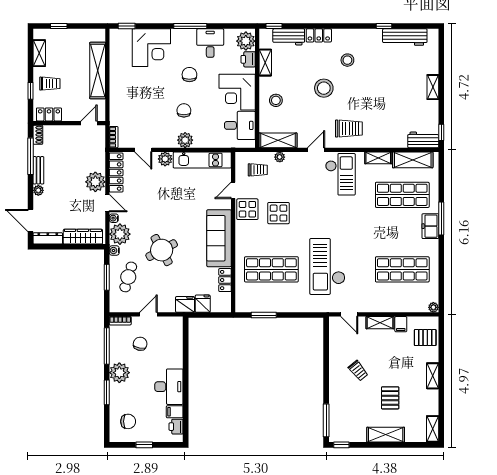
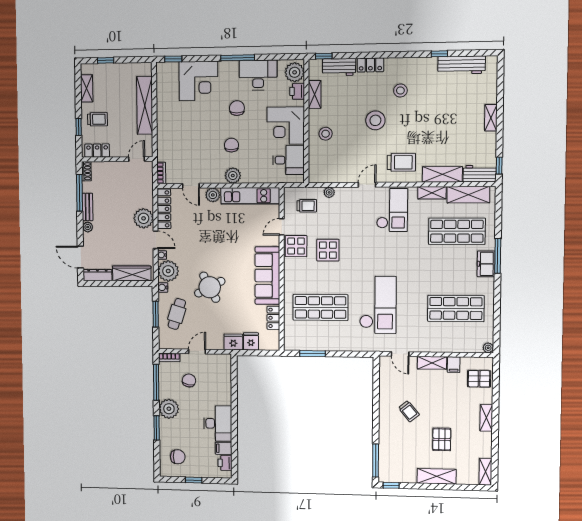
desk: (210, 43) -> (258, 75), width x1.37
shelving: (278, 140) -> (442, 174), moved
checkout: (327, 266) -> (378, 305), turned 180

